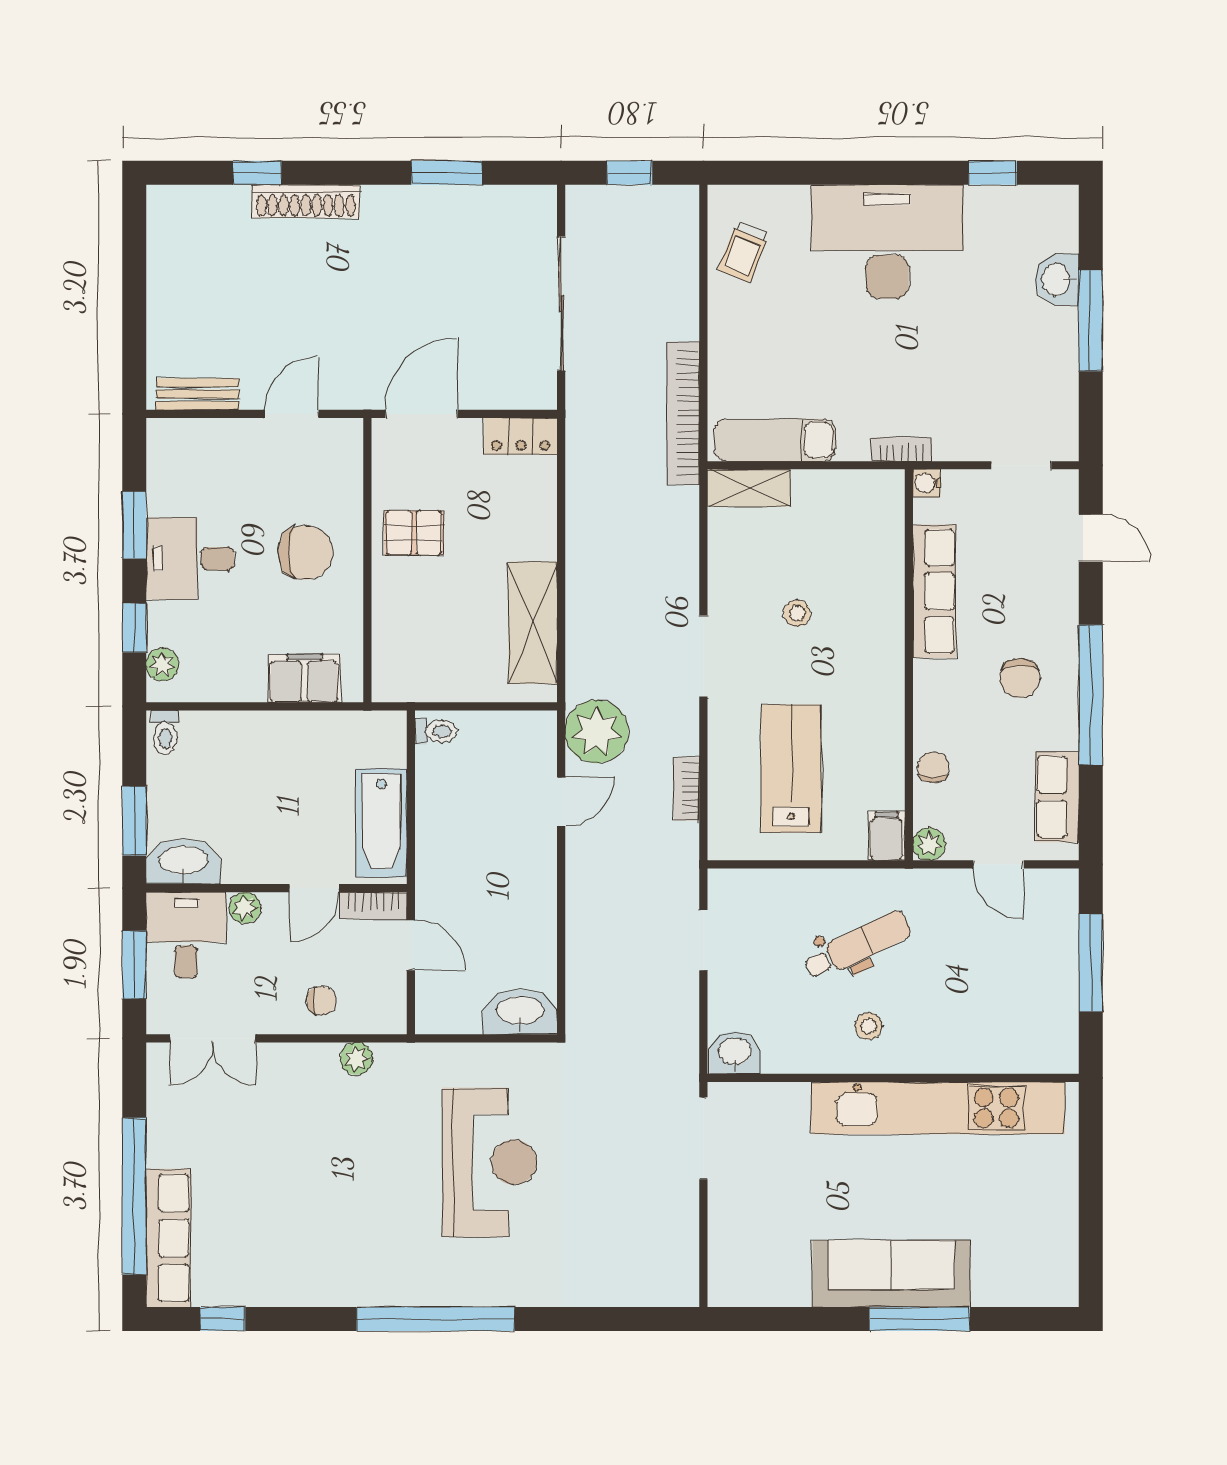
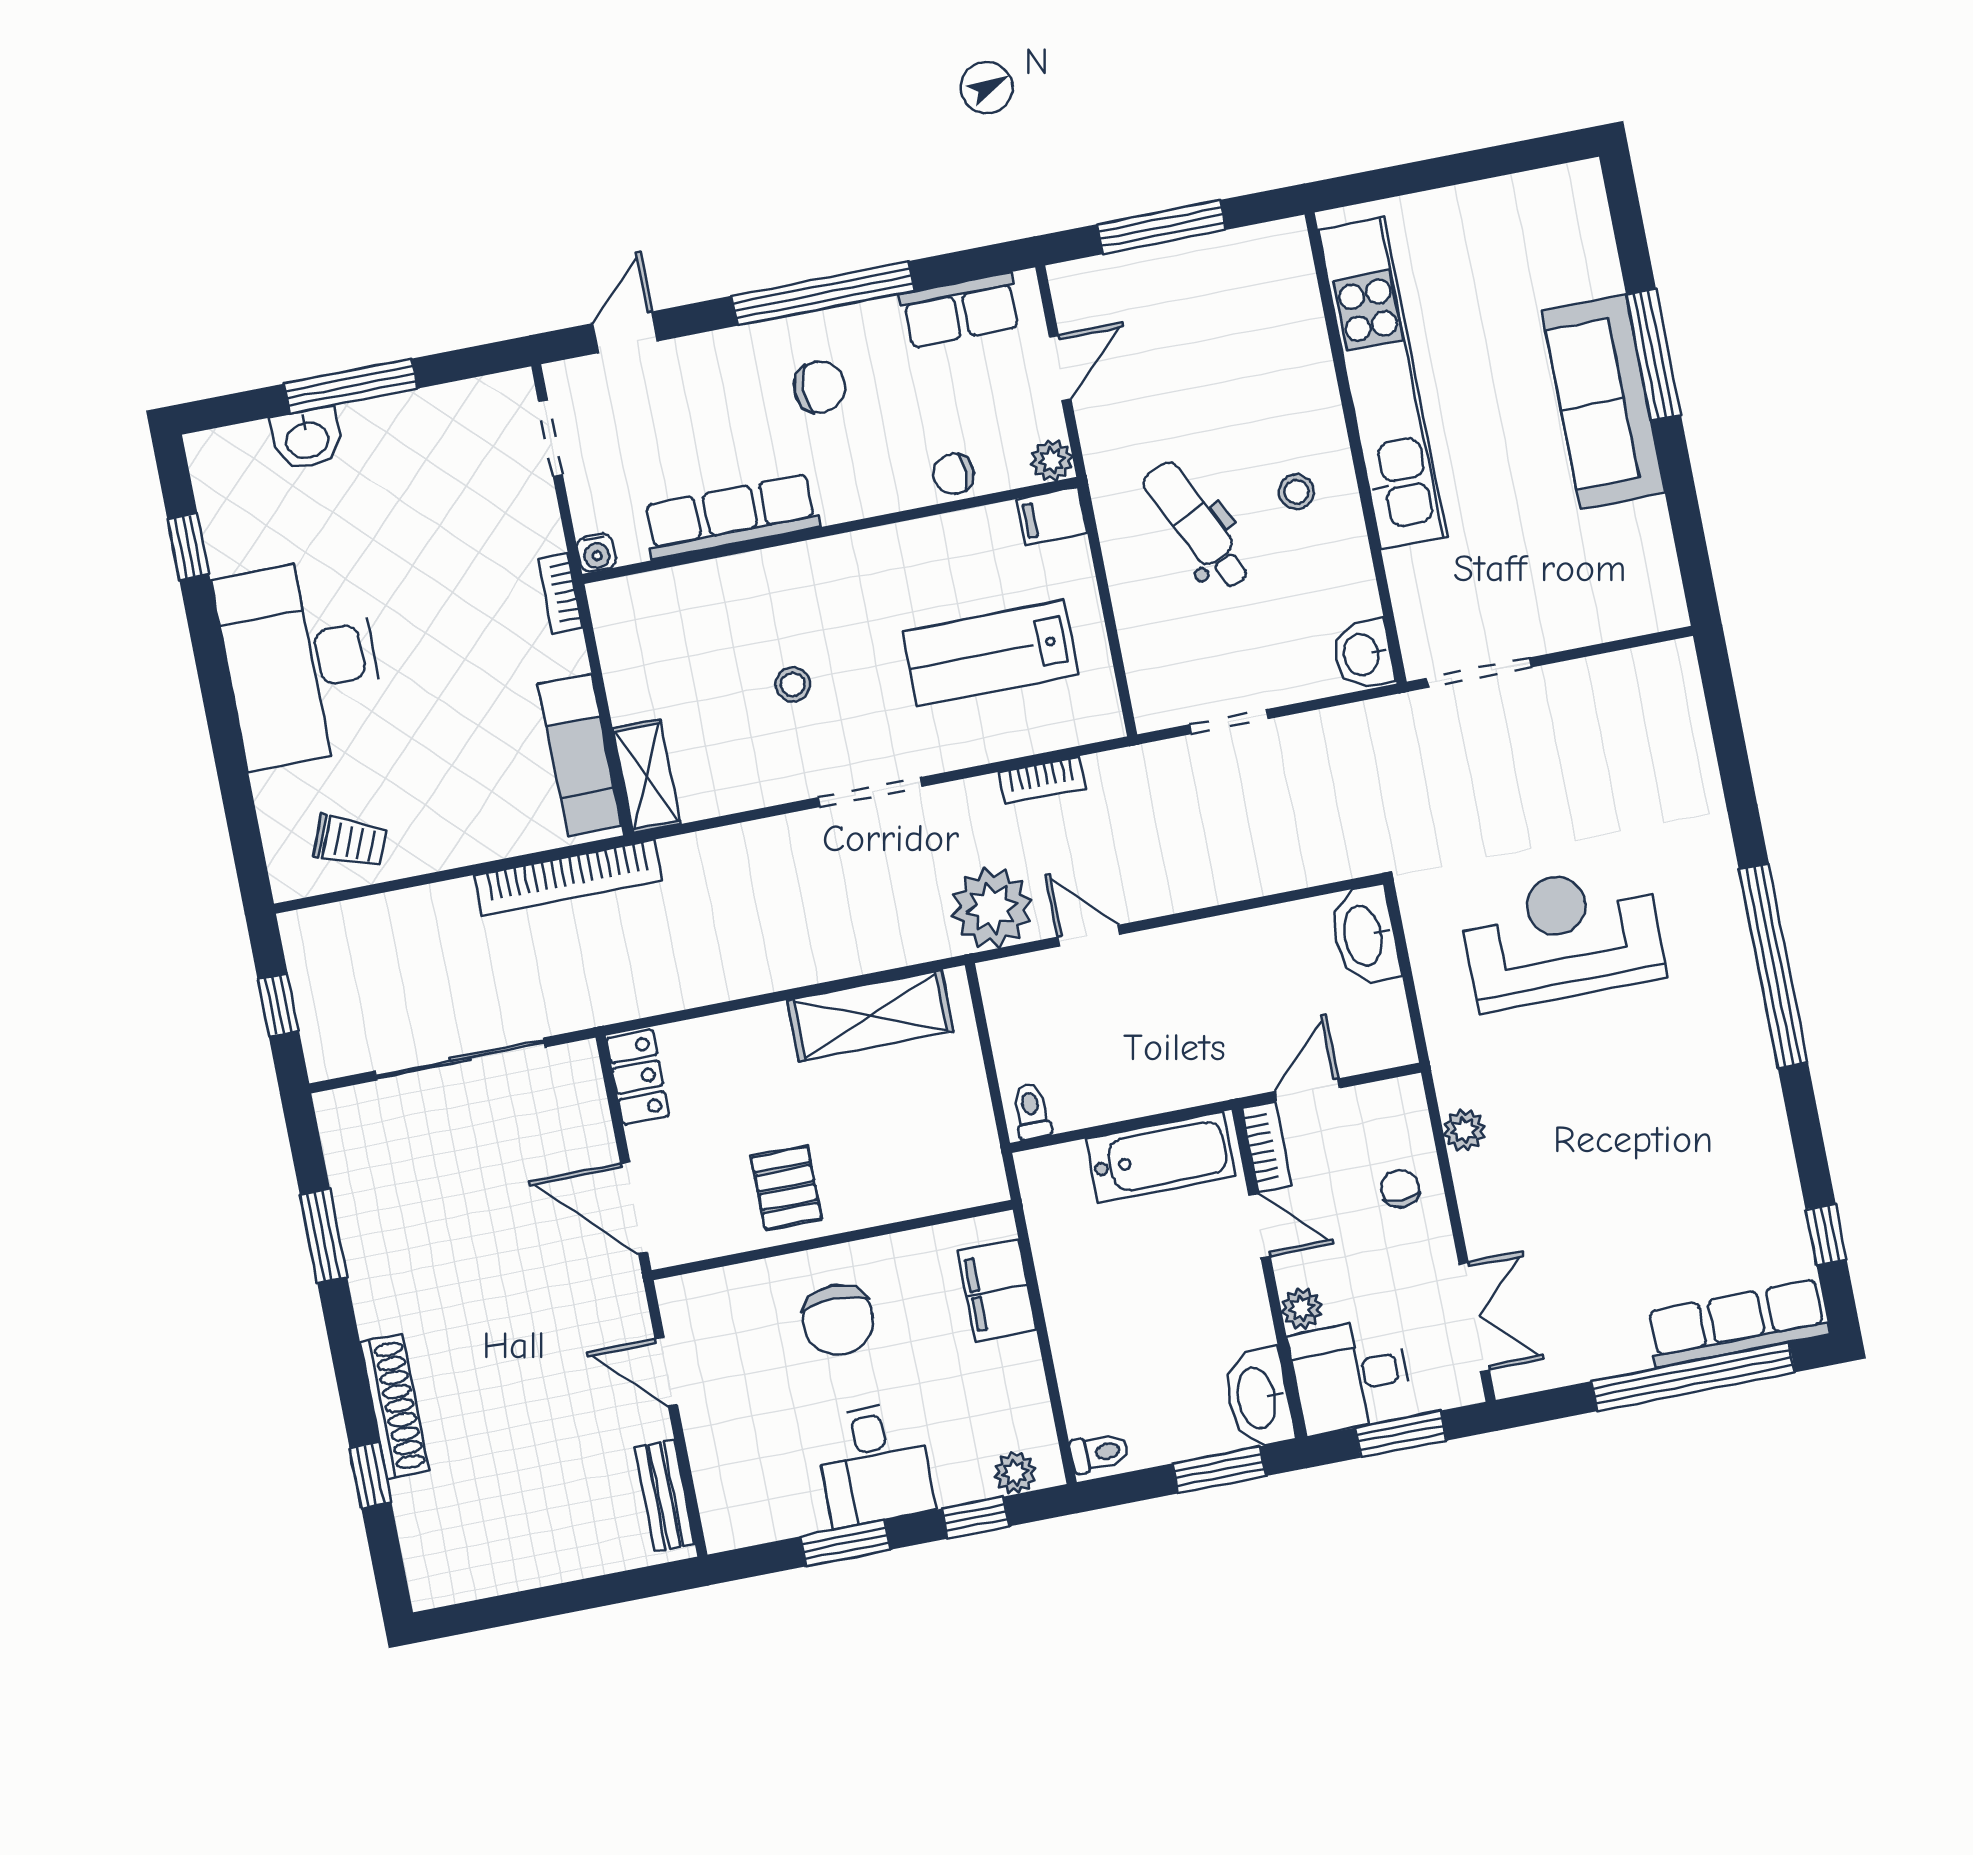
chair: (306, 553) -> (838, 1320), turned 180

